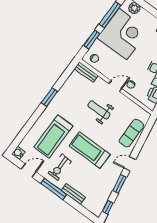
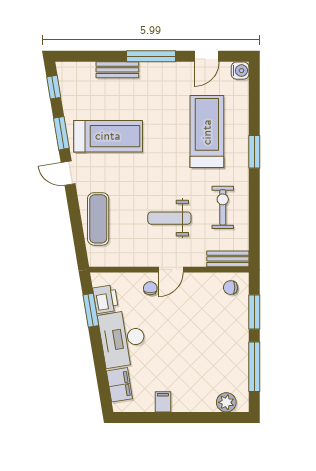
corner desk: (123, 34) -> (215, 353), removed
window: (49, 97) -> (254, 152), moved
weight bench: (99, 110) -> (169, 218), turned 180
treadmill: (90, 150) -> (108, 136), moved
door: (130, 164) -> (68, 173), swing flipped
exercise bike: (60, 167) -> (223, 207), moved

